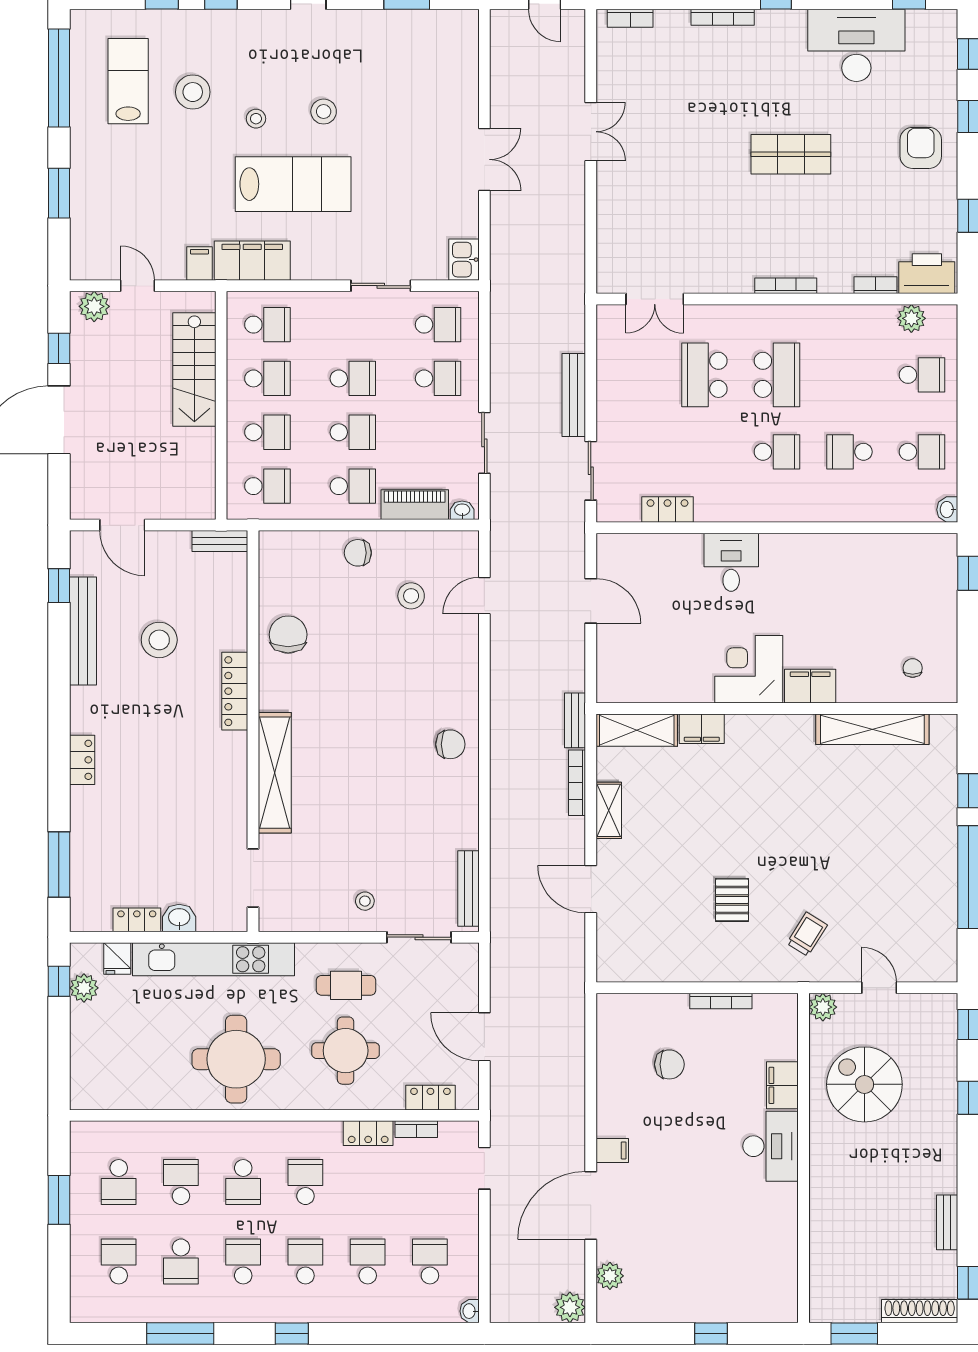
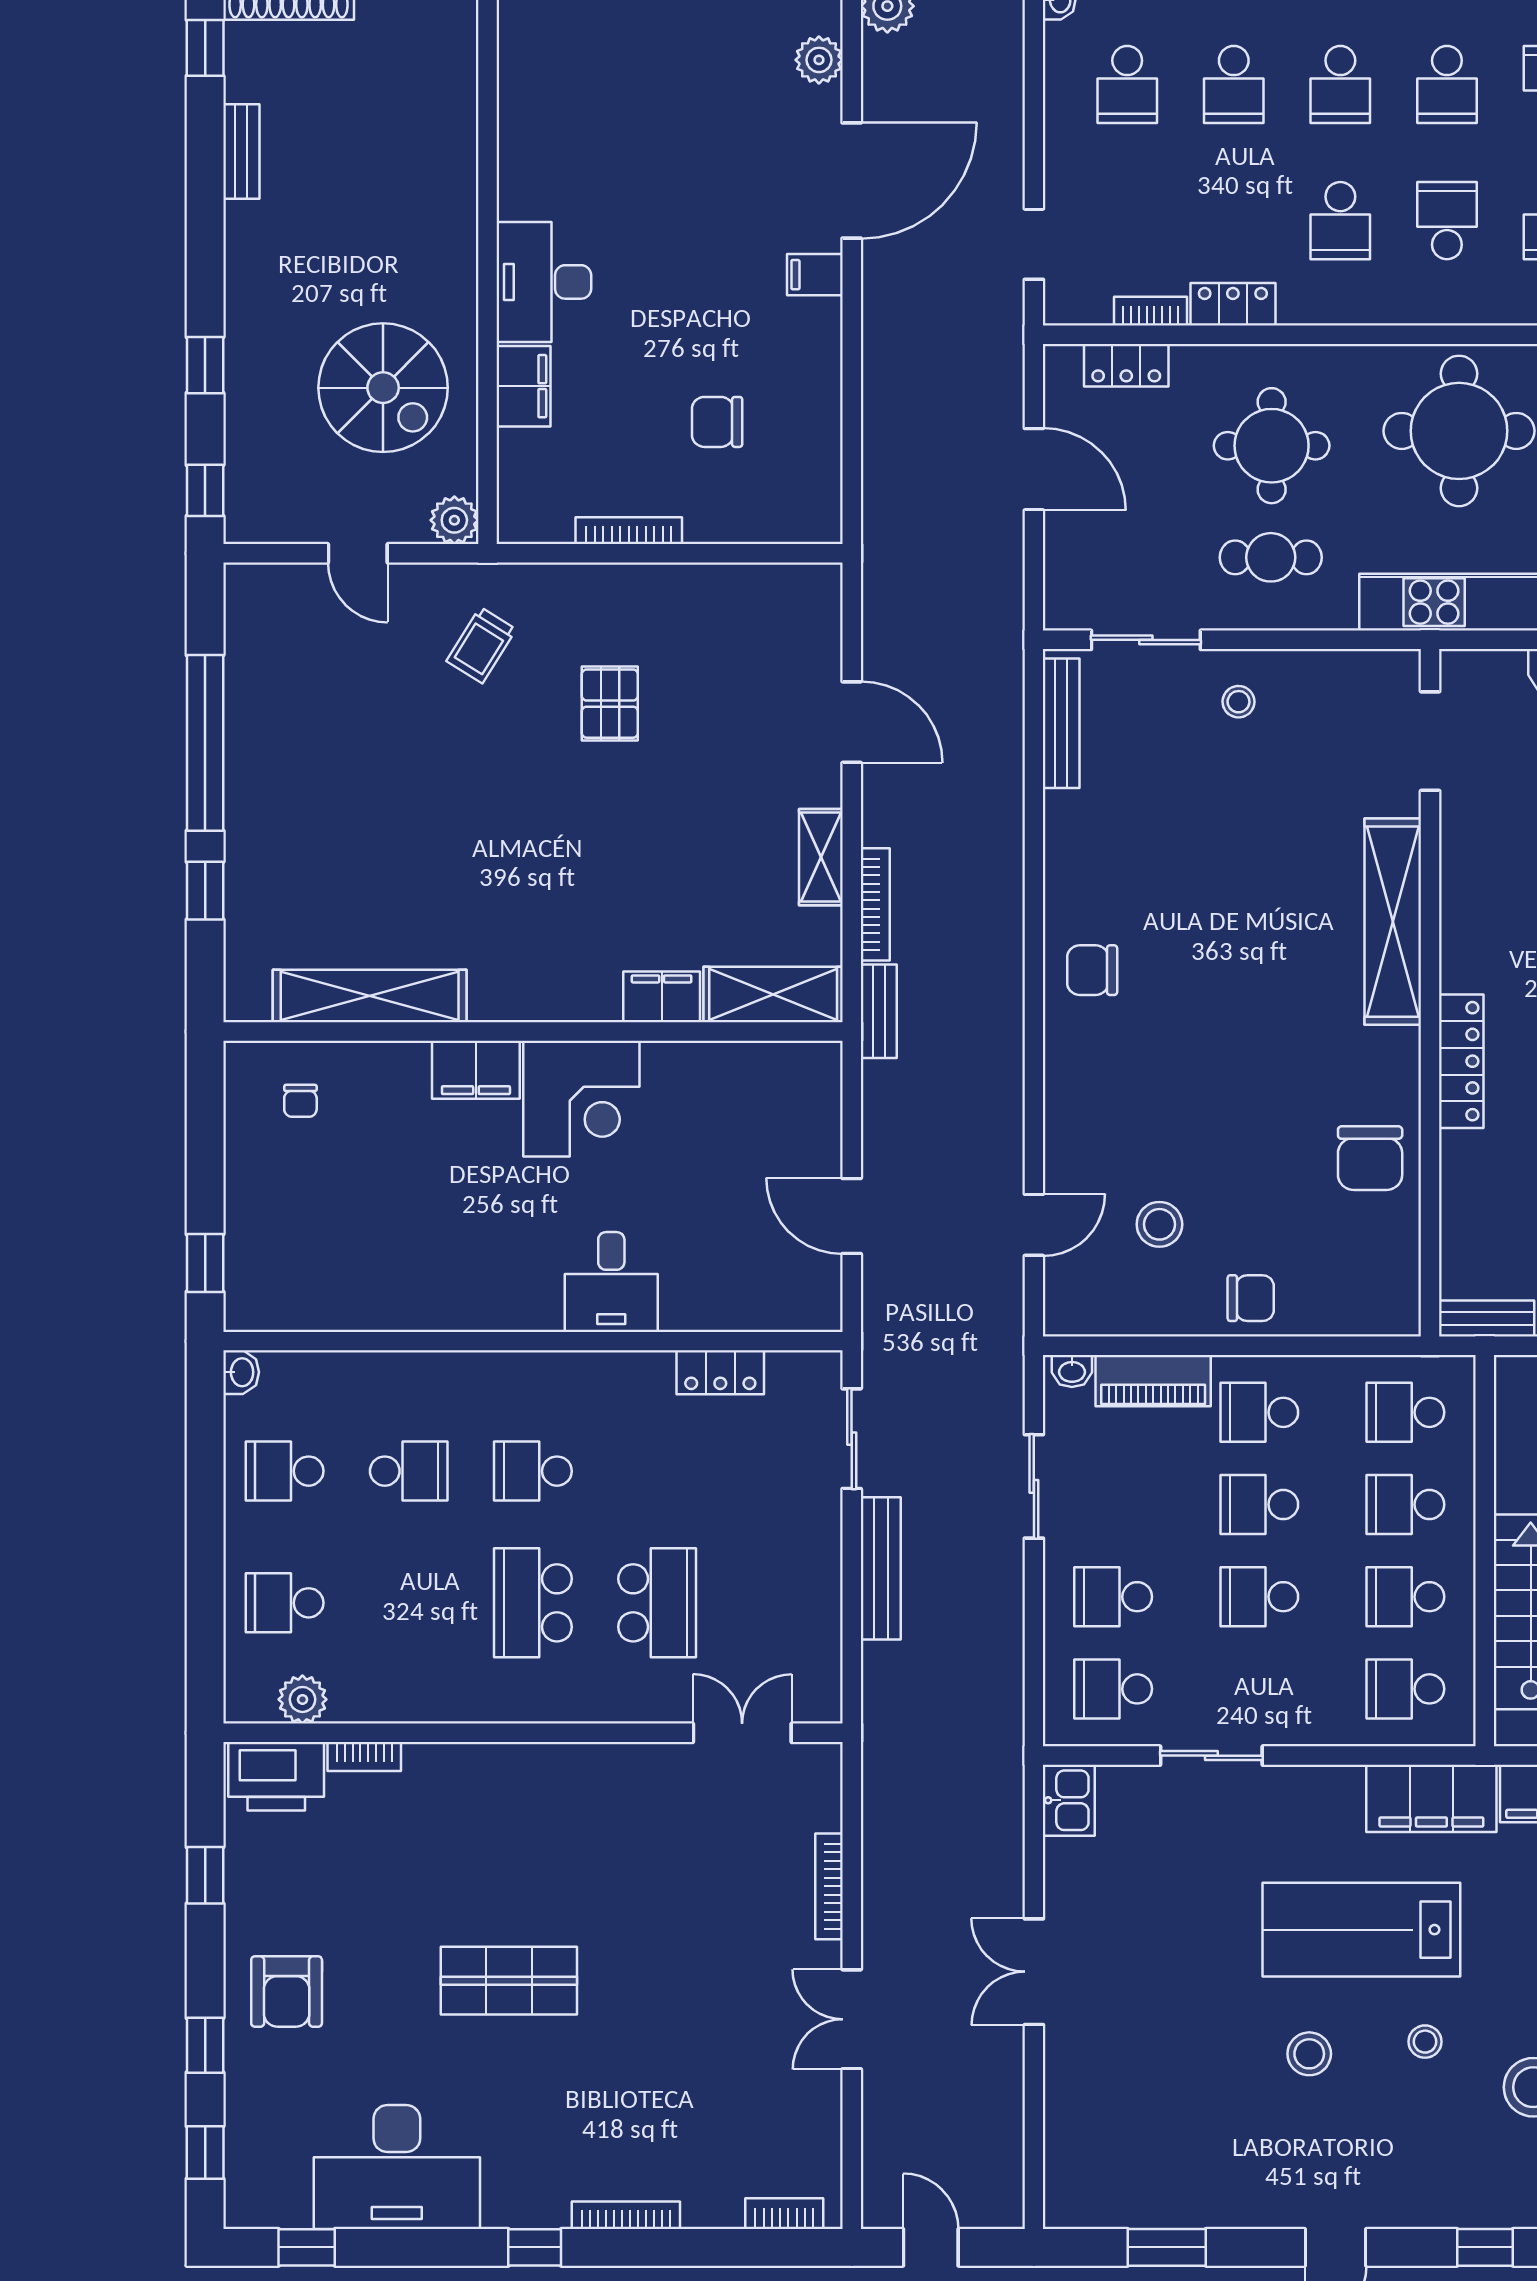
bookcase: (786, 286) -> (829, 1886), moved, turned 90

